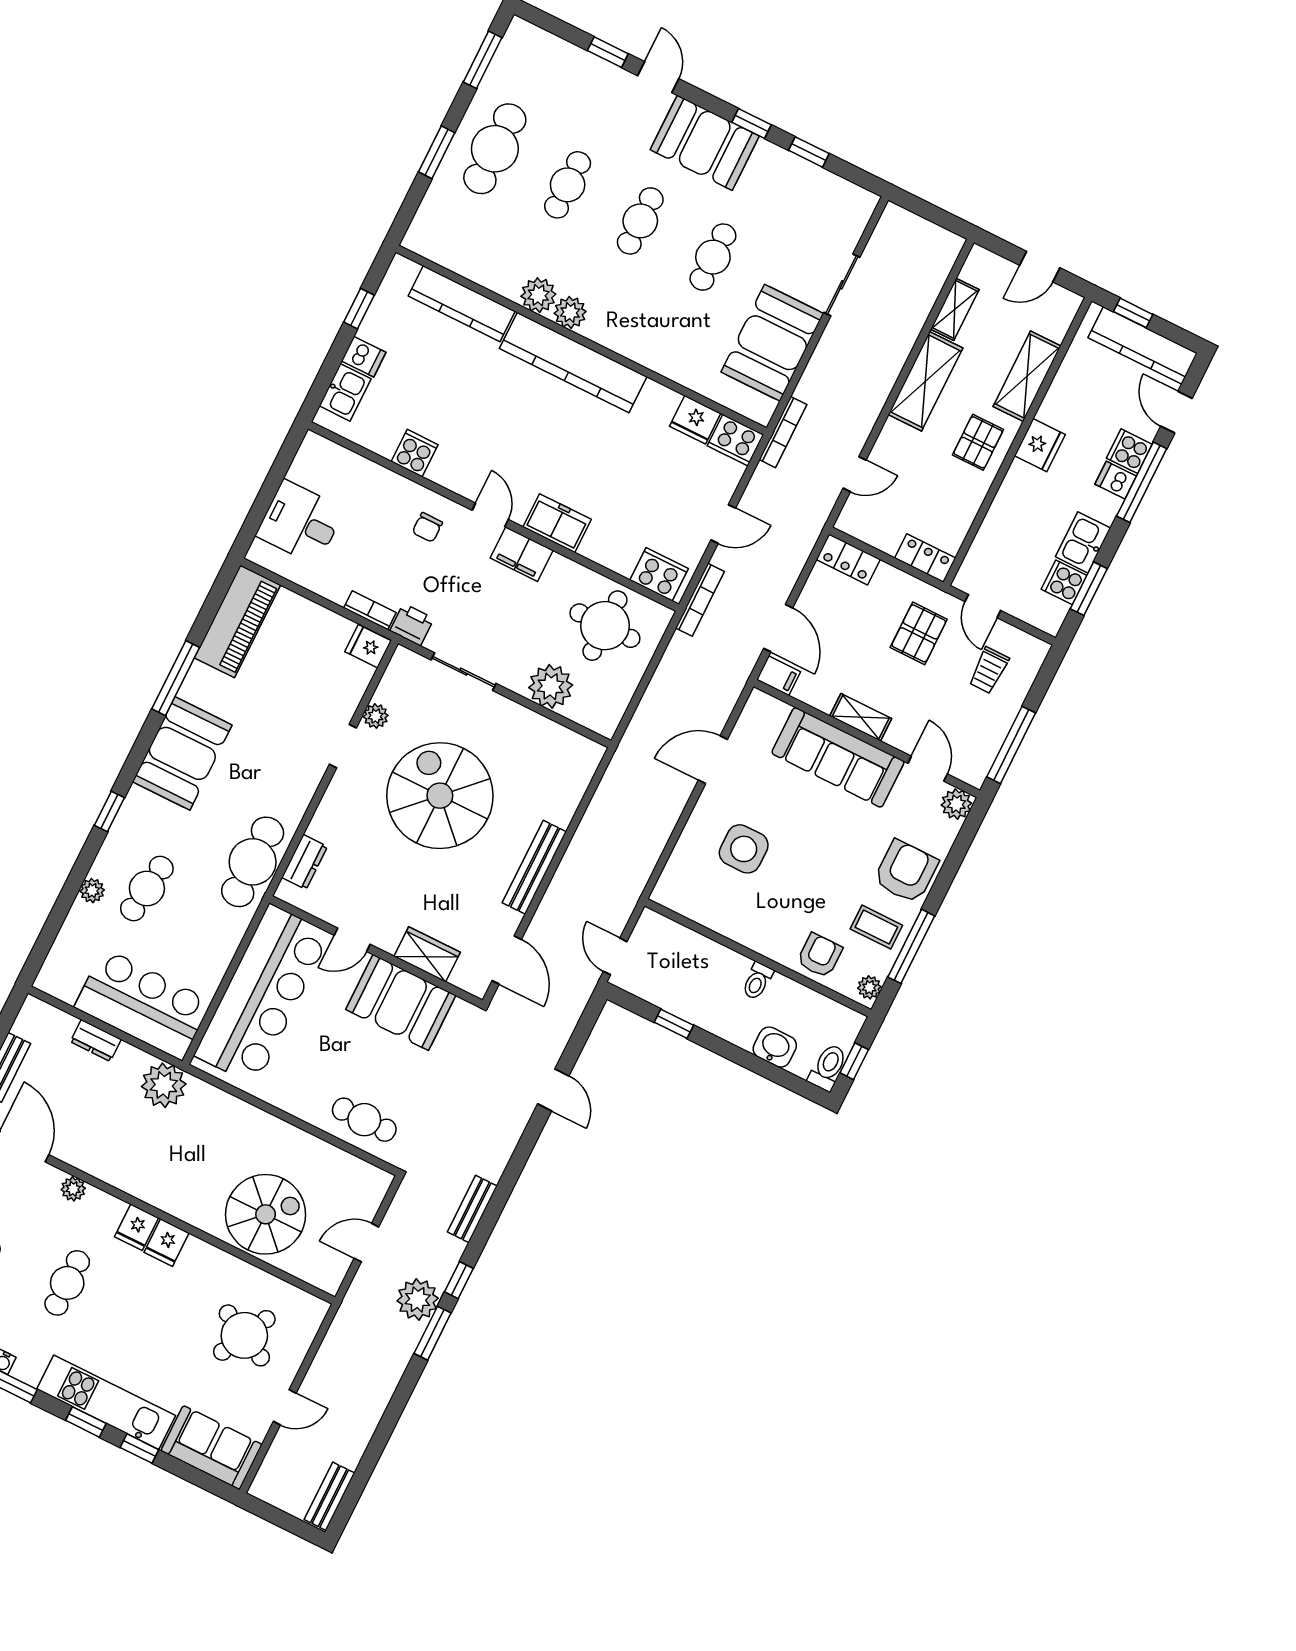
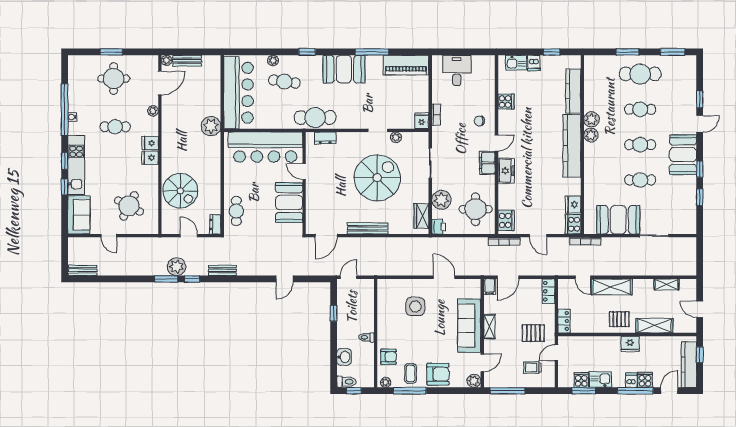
shelving: (925, 381) -> (612, 287), moved
printer: (412, 625) -> (439, 227), moved
wardrobe: (427, 954) -> (421, 216), moved, turned 180
bar counter: (143, 1004) -> (238, 93), width x1.36
dresser: (96, 1041) -> (215, 224), moved

